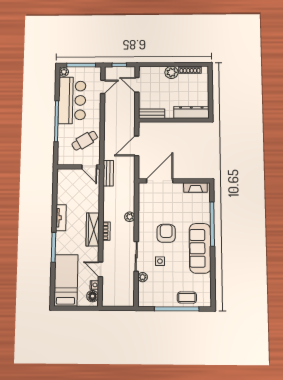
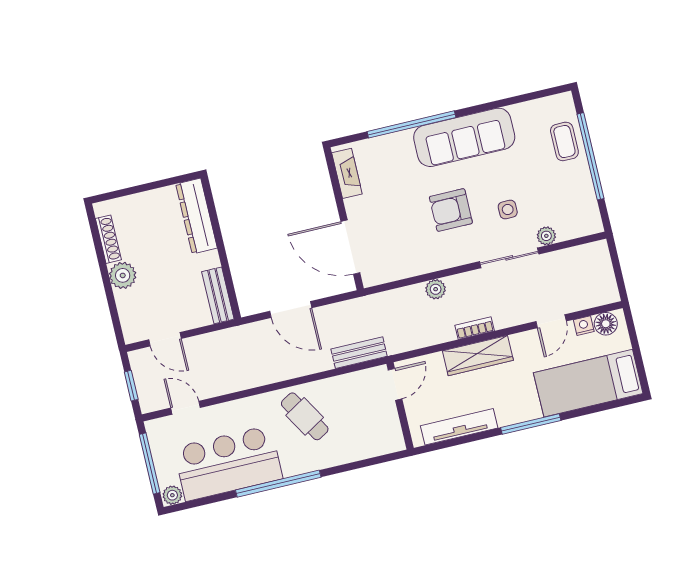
door: (137, 85) -> (165, 339), hinge flipped
wall: (79, 167) -> (400, 406), moved
door: (89, 167) -> (395, 384), moved
tv unit: (61, 218) -> (459, 427), width x1.41

